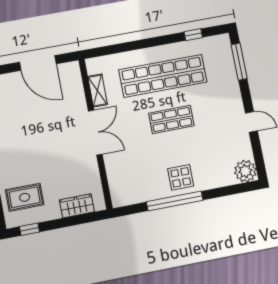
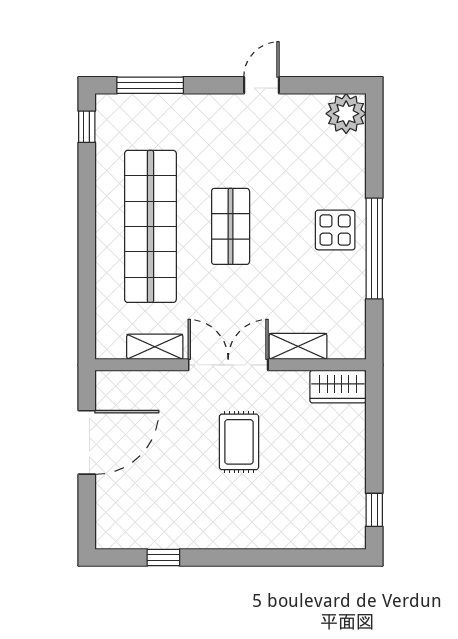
window: (193, 35) -> (87, 127), moved
shelving: (113, 169) -> (298, 346), added
rug: (25, 197) -> (239, 442), moved
wardrobe: (77, 206) -> (338, 387), moved, turned -90

